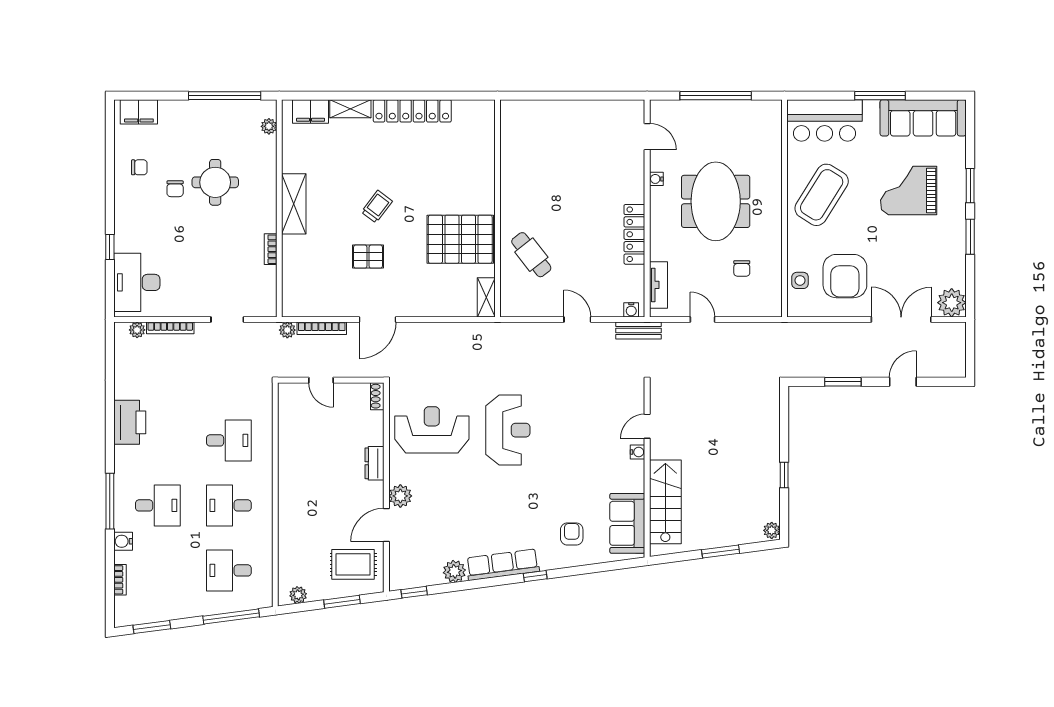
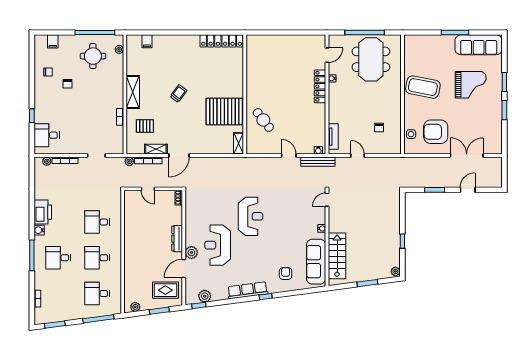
shelving: (350, 109) -> (156, 149), moved
filing cabinet: (311, 111) -> (147, 41), width x0.50
locker: (412, 111) -> (222, 41), moved
filing cabinet: (139, 112) -> (53, 41), width x0.50
bar counter: (825, 120) -> (424, 46), removed
door: (647, 137) -> (327, 55), hinge flipped
round table: (215, 182) -> (93, 56), moved
grand piano: (909, 190) -> (471, 85), turned 180
coffee table: (822, 195) -> (423, 87), turned 69
meeting table: (716, 201) -> (371, 59), moved
locker: (634, 234) -> (320, 86), moved
pallet: (368, 257) -> (145, 126), moved
armchair: (845, 276) -> (436, 132), turned 90
desk: (137, 282) -> (47, 135), width x0.73
plant: (952, 303) -> (494, 146), removed
bench: (639, 331) -> (318, 162), width x1.36
door: (647, 426) -> (327, 200), moved
reception desk: (432, 430) -> (218, 245), moved, turned -90
desk: (229, 440) -> (97, 222), turned 180
dresser: (374, 463) -> (177, 239), width x1.44
desk: (158, 505) -> (58, 258), turned 180
sofa: (627, 523) -> (316, 262), width x1.36
water cooler: (123, 541) -> (39, 230), moved
plant: (454, 571) -> (205, 296), moved

